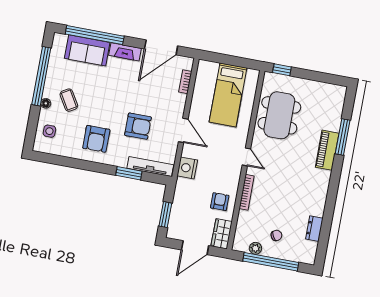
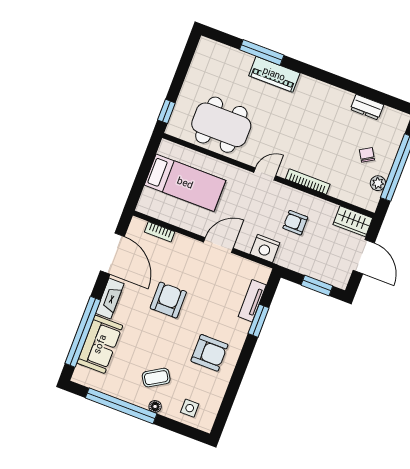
armchair: (138, 126) -> (168, 300), moved
tv unit: (150, 167) -> (252, 301), width x0.71
armchair: (220, 202) -> (295, 223), moved

